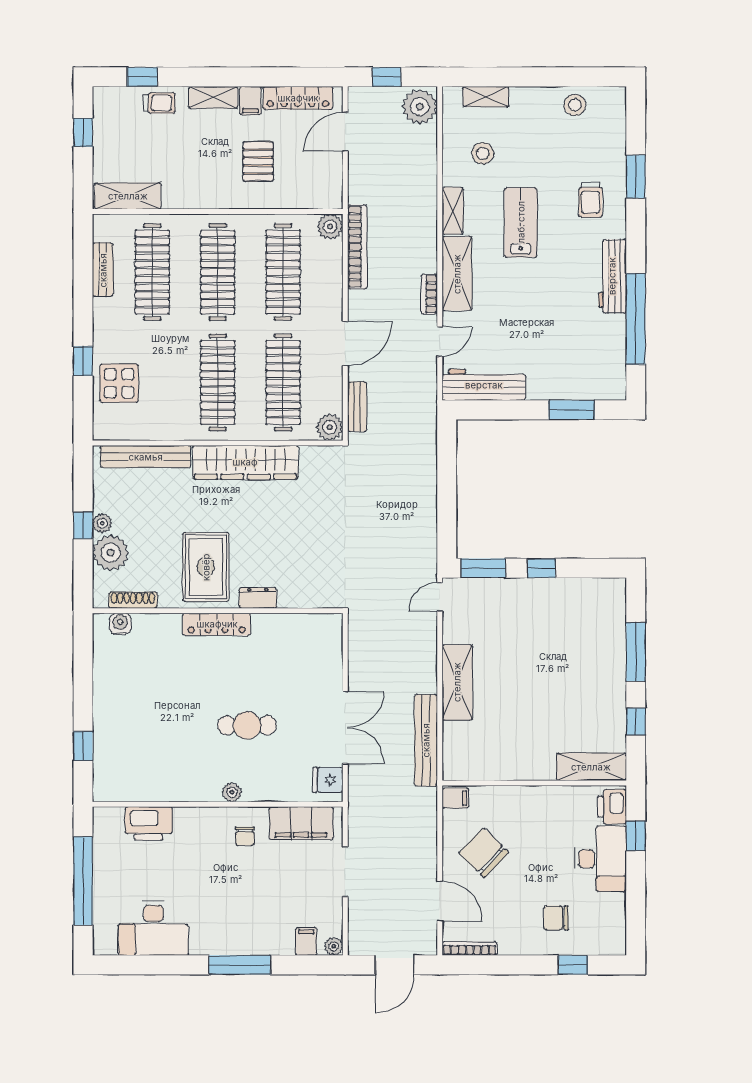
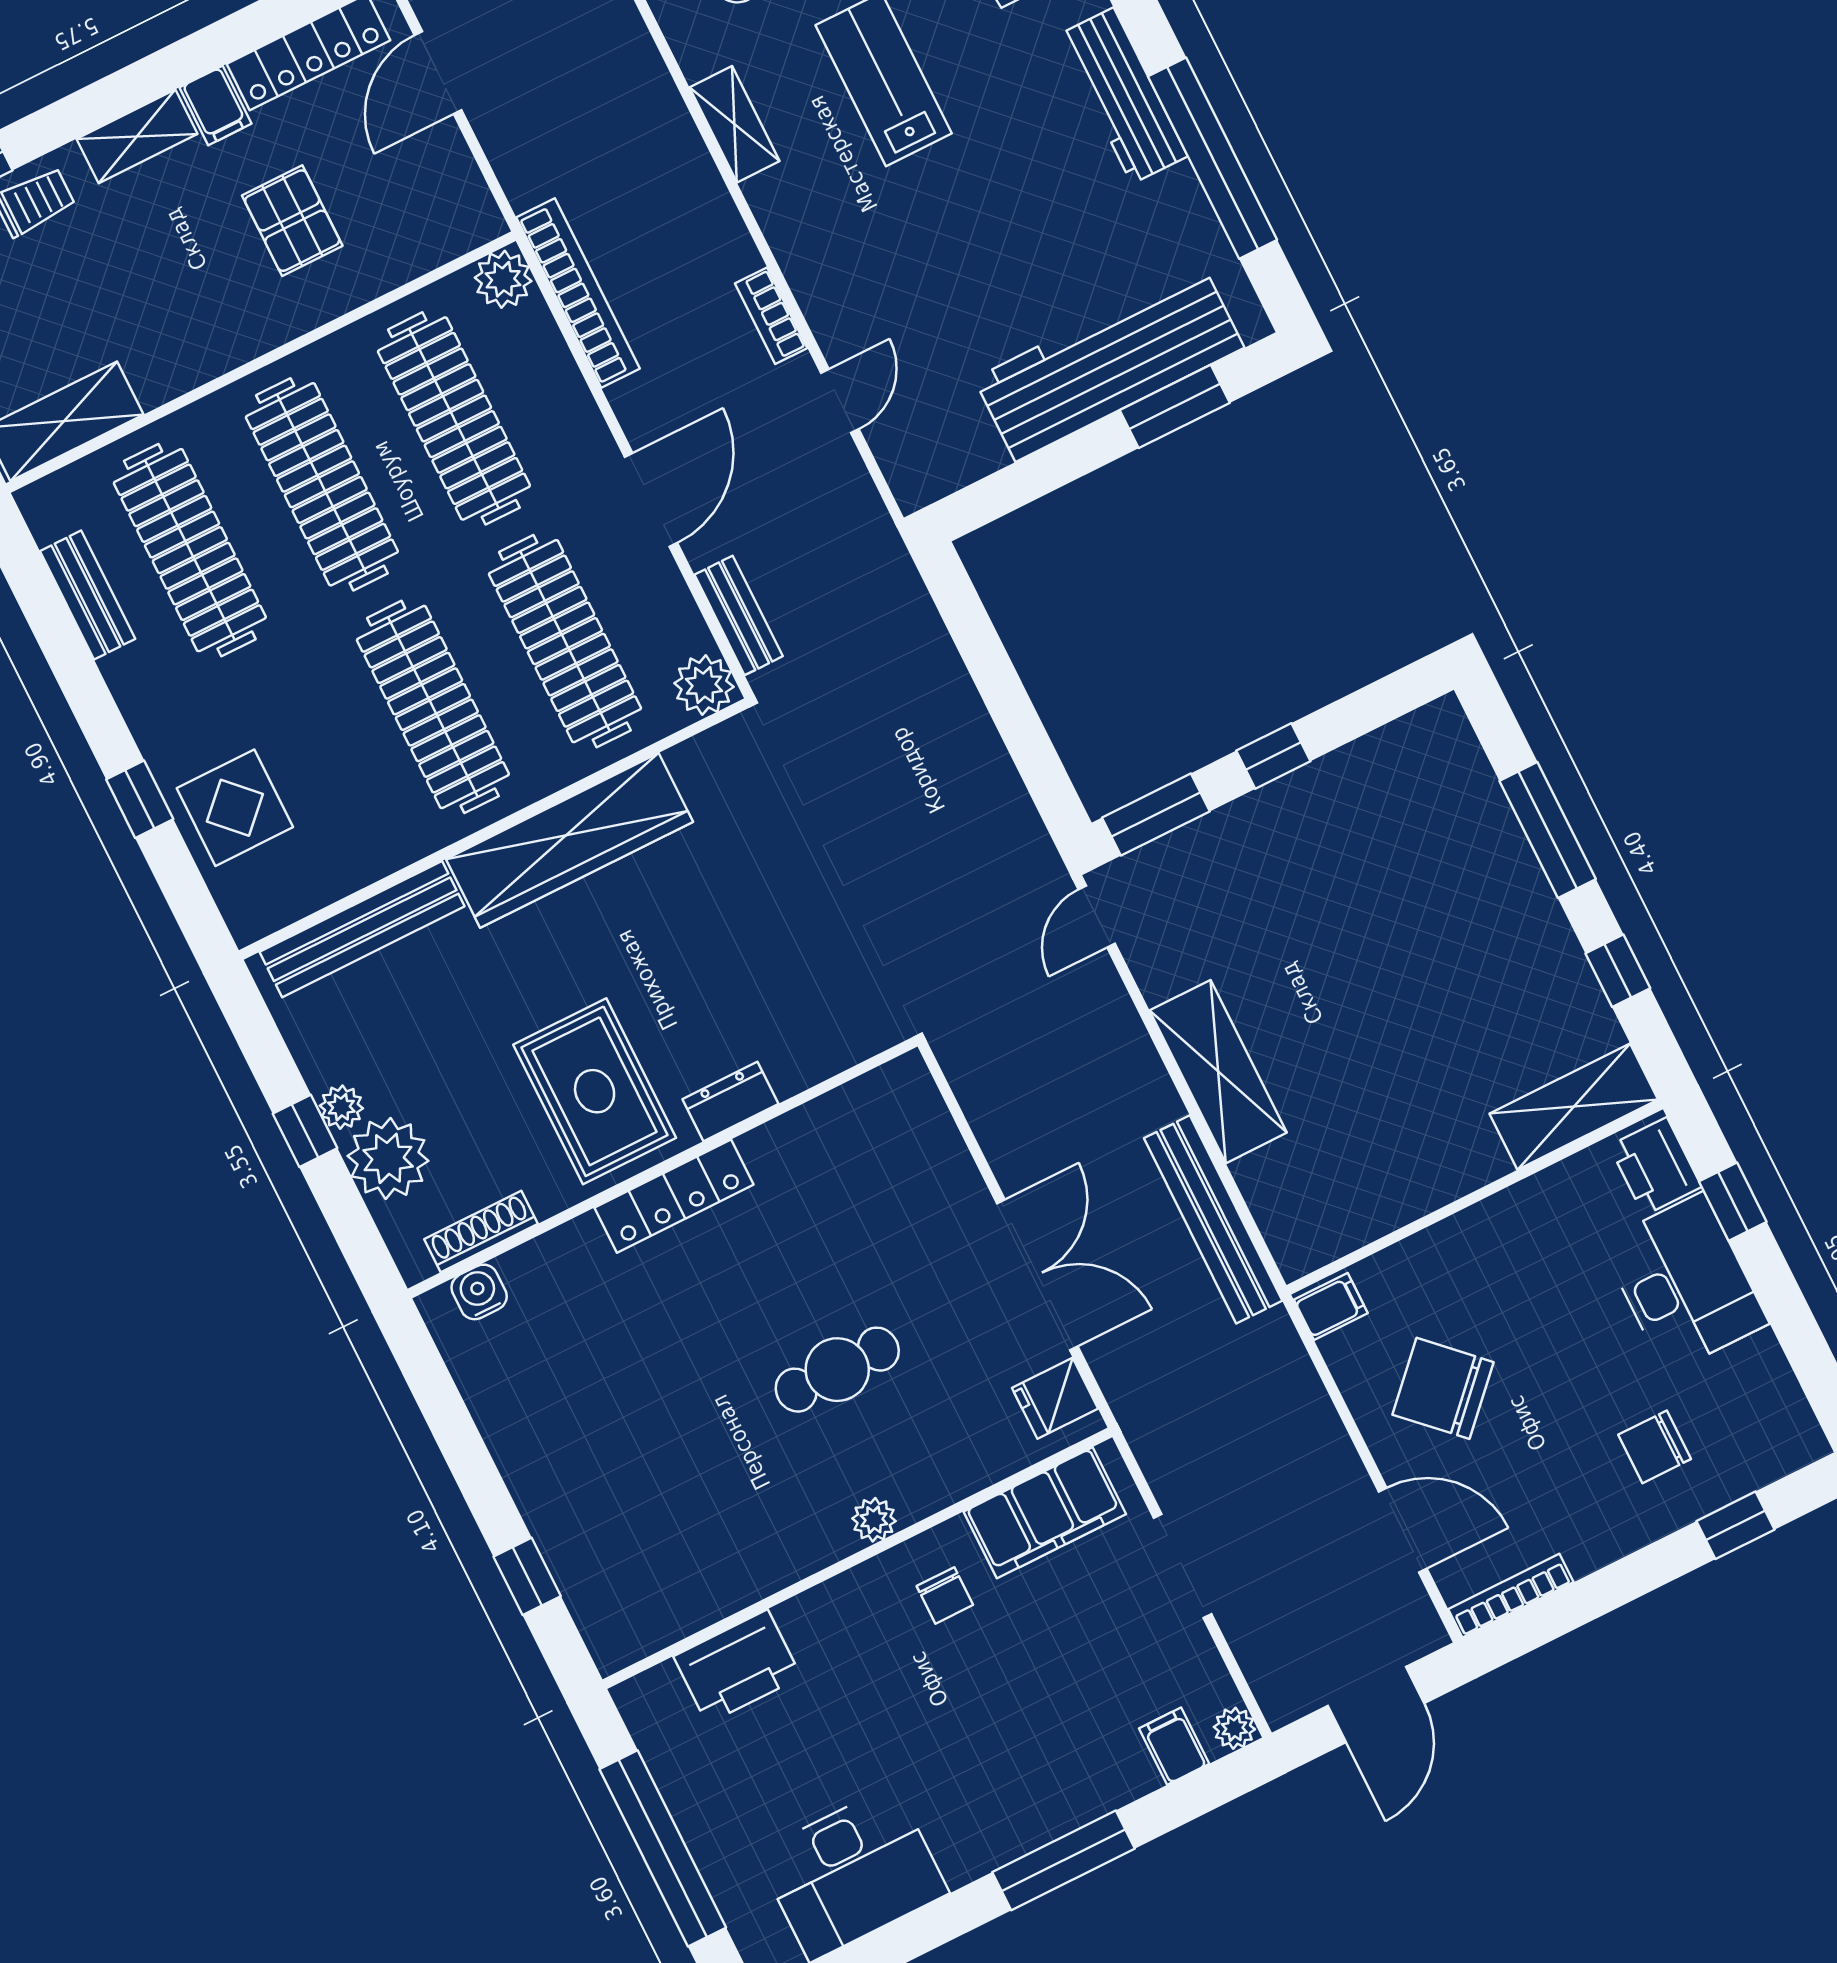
shelving: (457, 274) -> (806, 246), removed
workbench: (484, 385) -> (1109, 363), moved, width x1.36, depth x1.32

